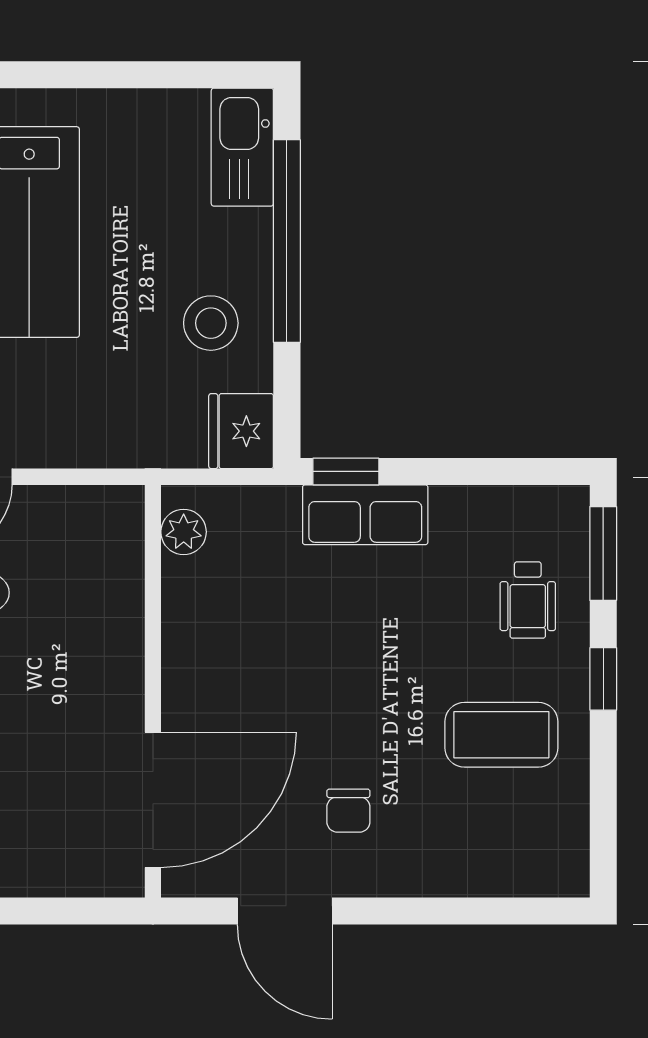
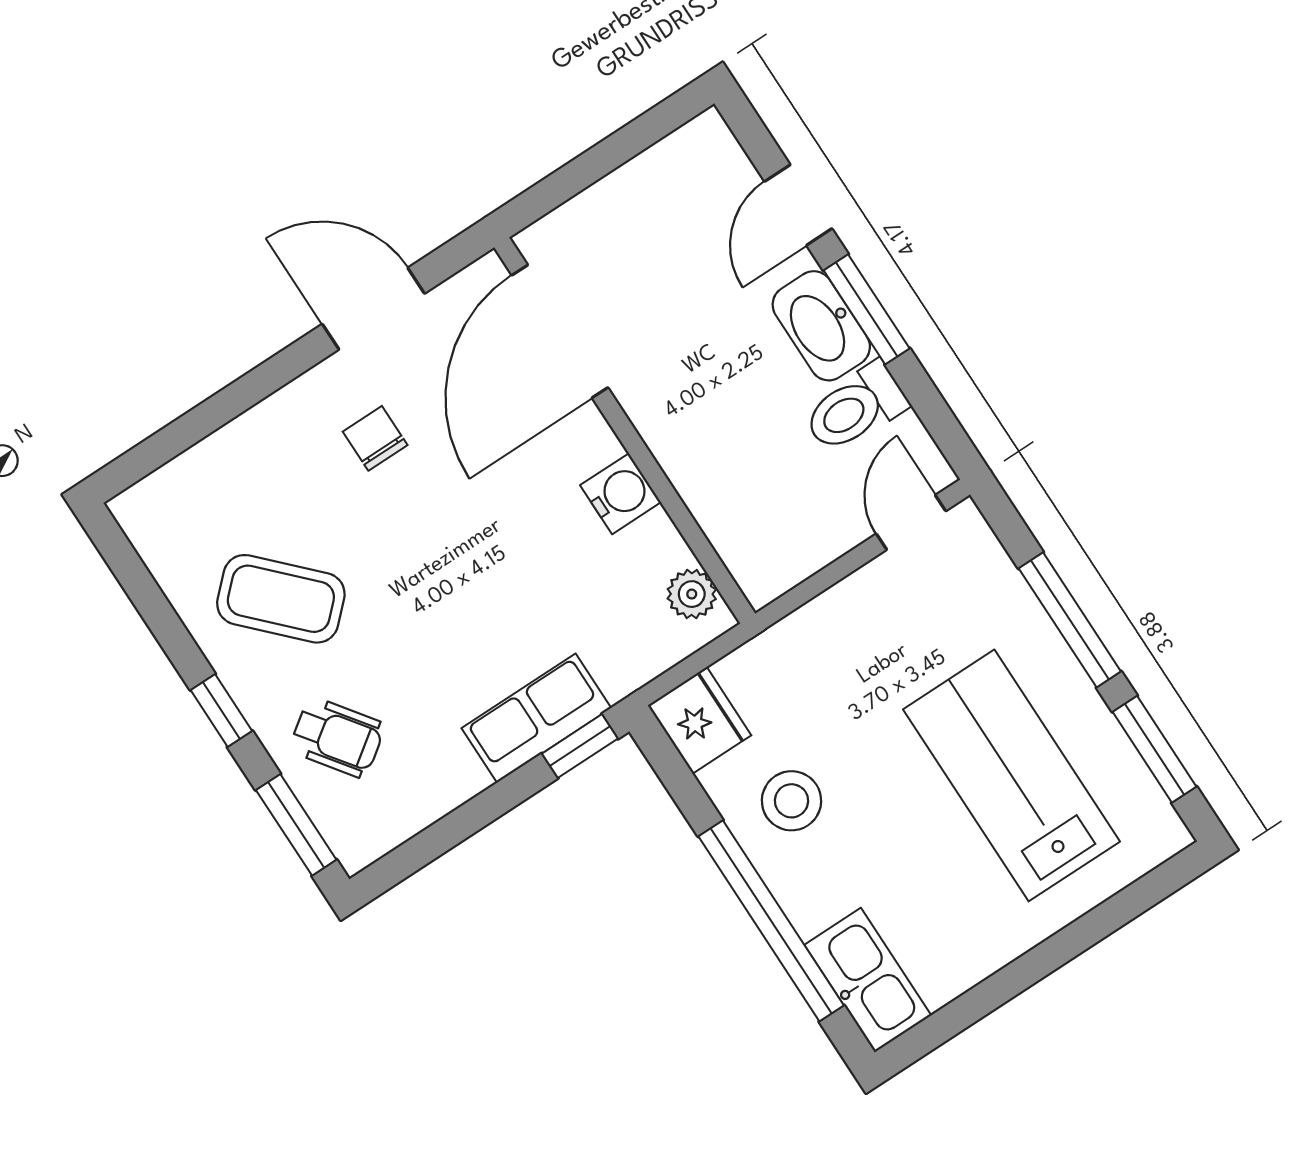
wheelchair: (528, 600) -> (337, 737), turned 144
water cooler: (188, 645) -> (621, 494), added
coffee table: (501, 735) -> (281, 599), turned 46

